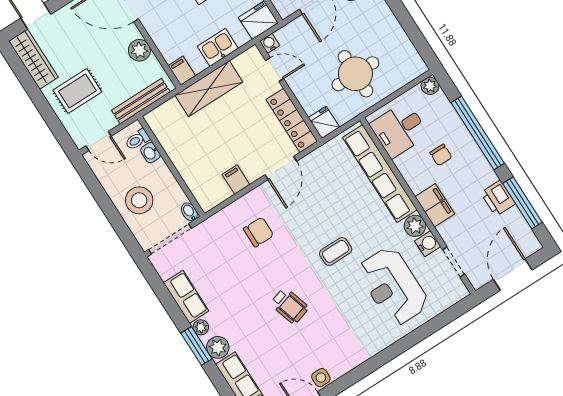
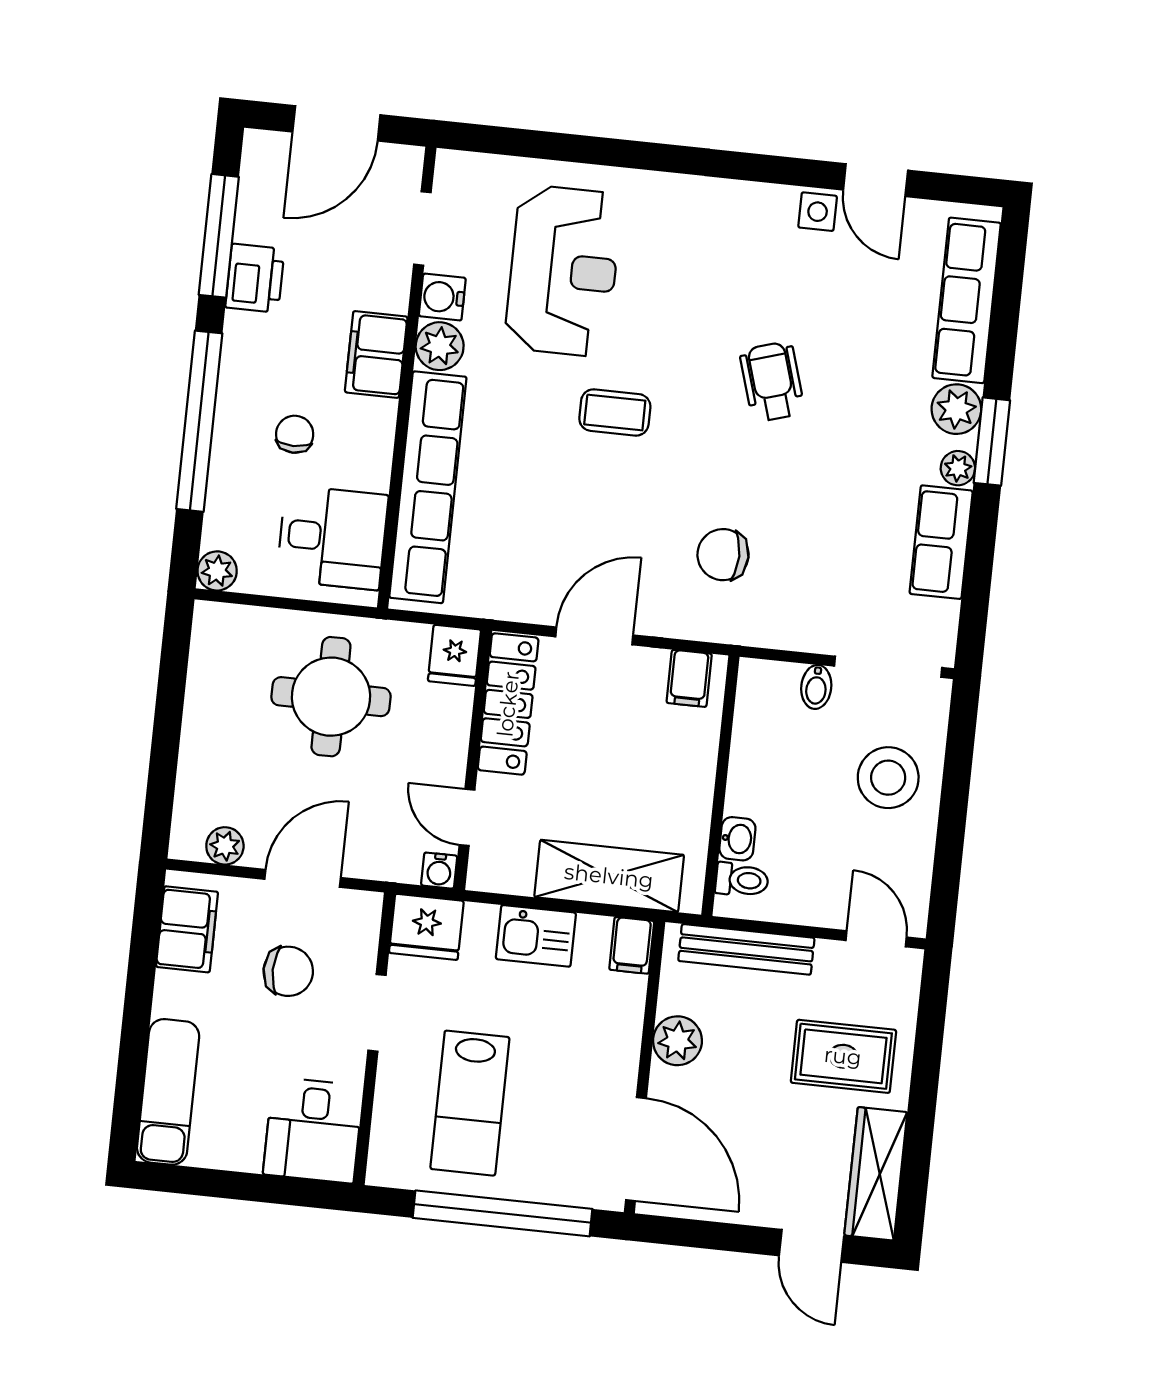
toilet: (137, 140) -> (742, 880), moved
washbasin: (150, 153) -> (737, 839), moved
wall: (171, 166) -> (720, 786), moved

